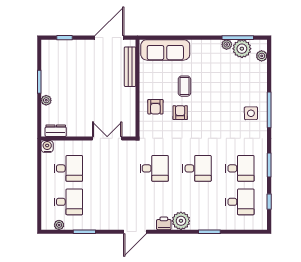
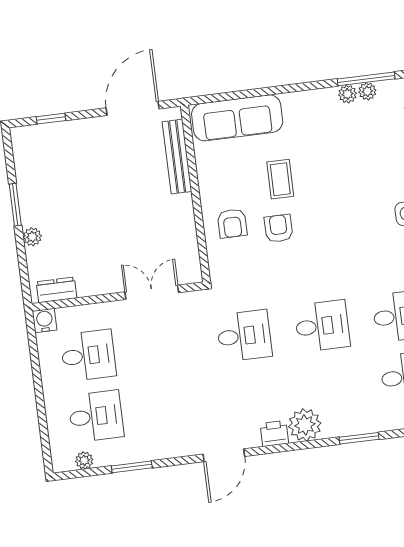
plant: (242, 49) -> (367, 91), width x0.53, depth x0.53

